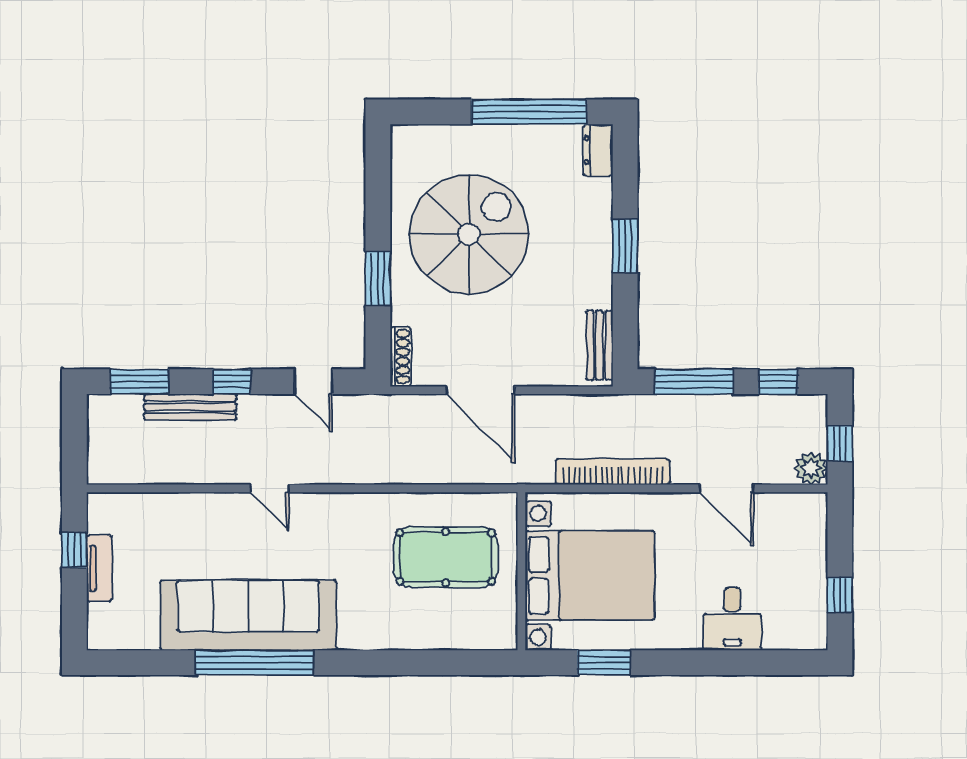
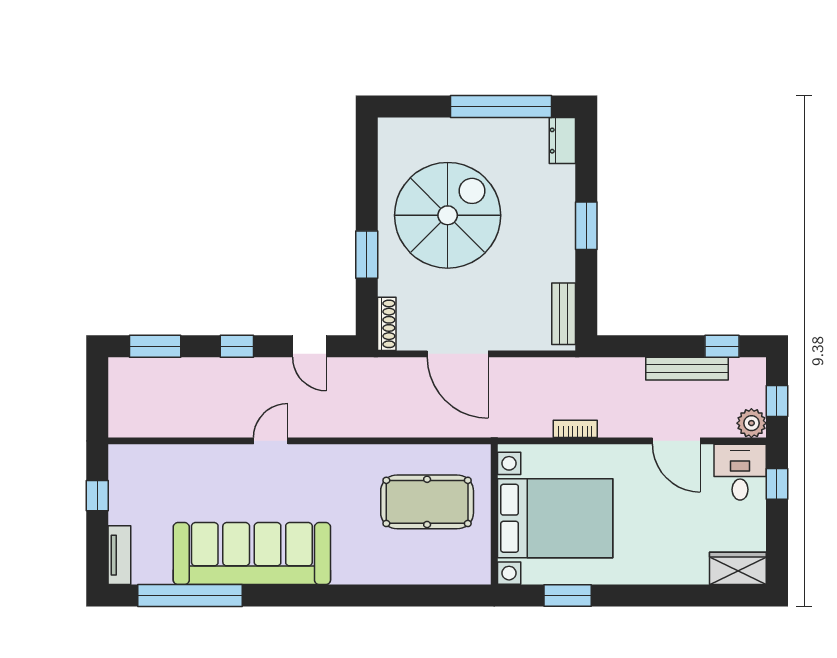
window: (694, 382) -> (648, 346), removed
bench: (190, 407) -> (687, 369), moved
bookcase: (613, 472) -> (575, 429), width x0.43, depth x0.76
door: (270, 488) -> (271, 441), swing flipped
tv unit: (99, 568) -> (119, 555), moved
window: (840, 595) -> (777, 484), moved
desk: (732, 619) -> (740, 472), moved, turned 180
wardrobe: (796, 632) -> (738, 568), added
window: (255, 663) -> (190, 596), moved

